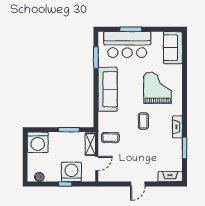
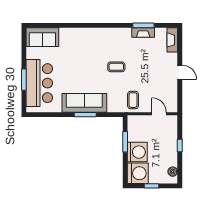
window: (96, 58) -> (85, 115), moved
grand piano: (158, 88) -> (83, 53), removed
fireplace: (177, 127) -> (143, 33), moved
shelving: (90, 144) -> (140, 120), removed
window: (25, 156) -> (151, 186), added
washing machine: (71, 172) -> (137, 152), moved, turned 180

